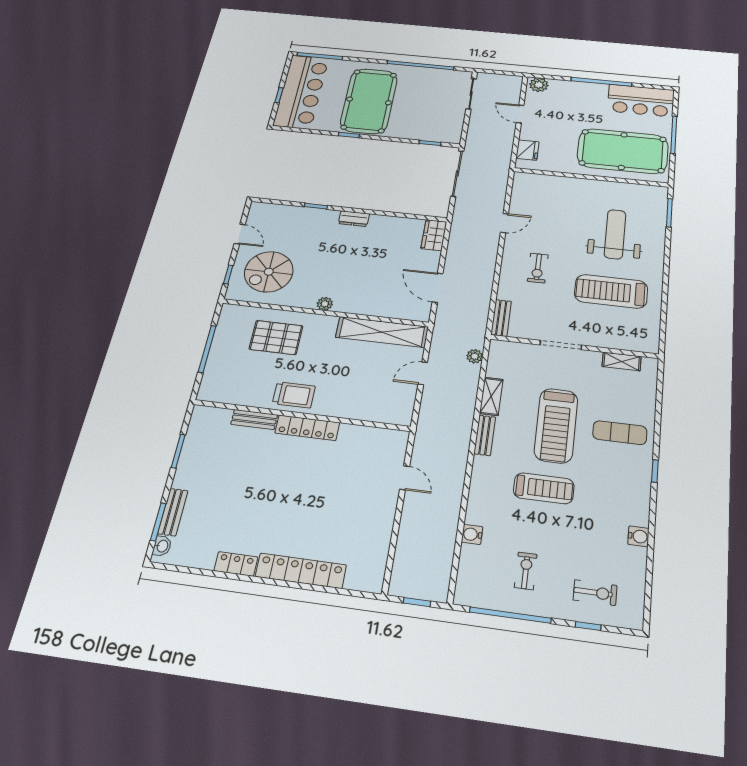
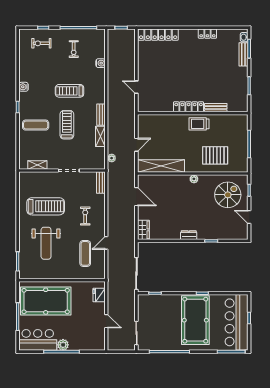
plant: (539, 85) -> (63, 345), moved
exercise mat: (545, 211) -> (85, 253), added
treadmill: (556, 425) -> (67, 125), width x0.73, depth x0.73
water cooler: (638, 536) -> (24, 87), moved
locker: (301, 571) -> (158, 35), moved

